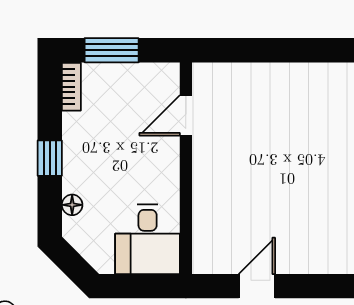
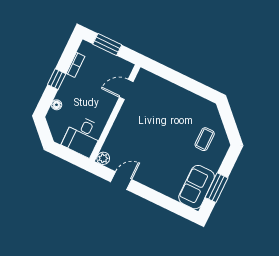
bookcase: (71, 87) -> (75, 65), moved
plant: (205, 261) -> (103, 158), added

